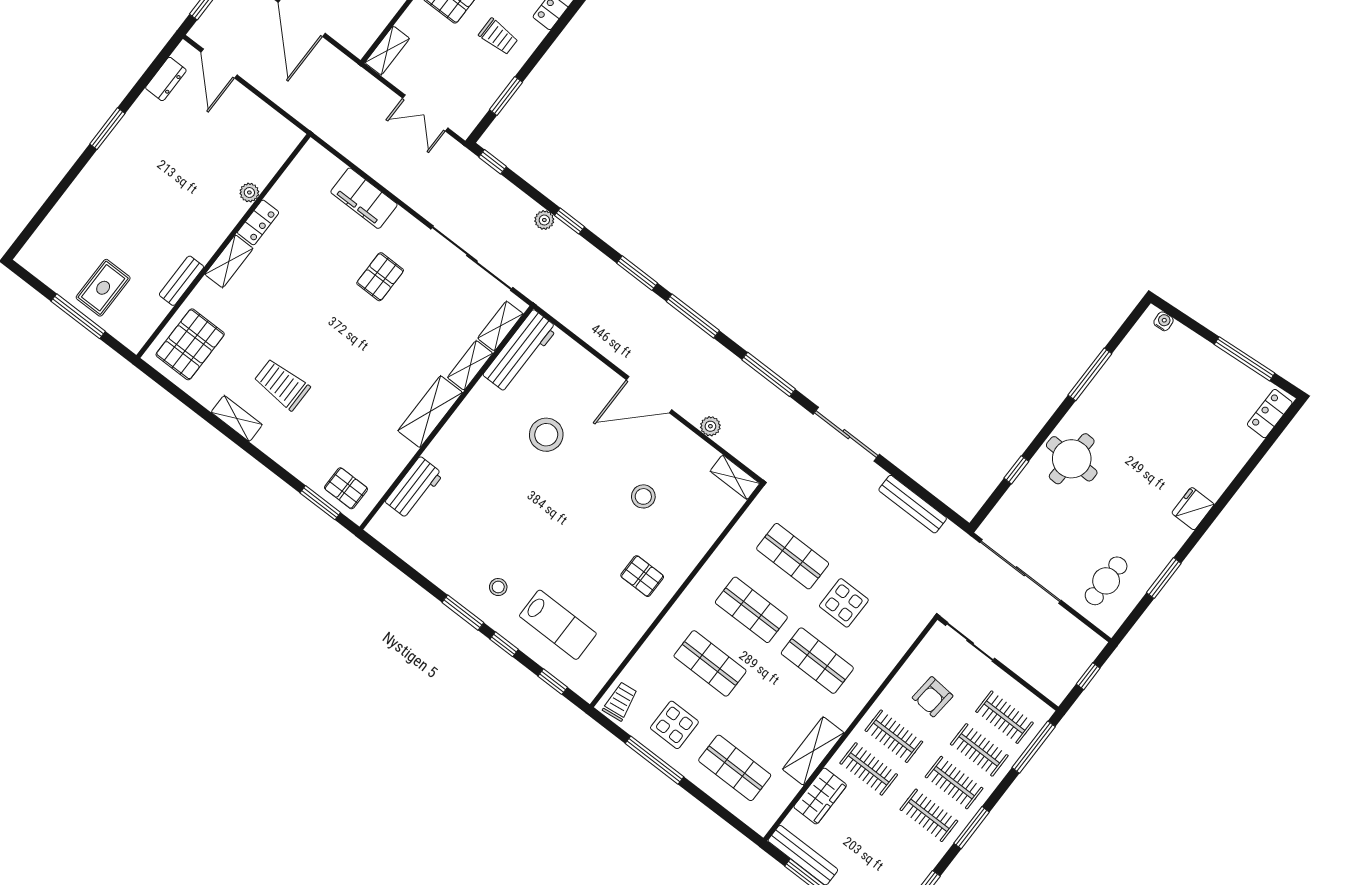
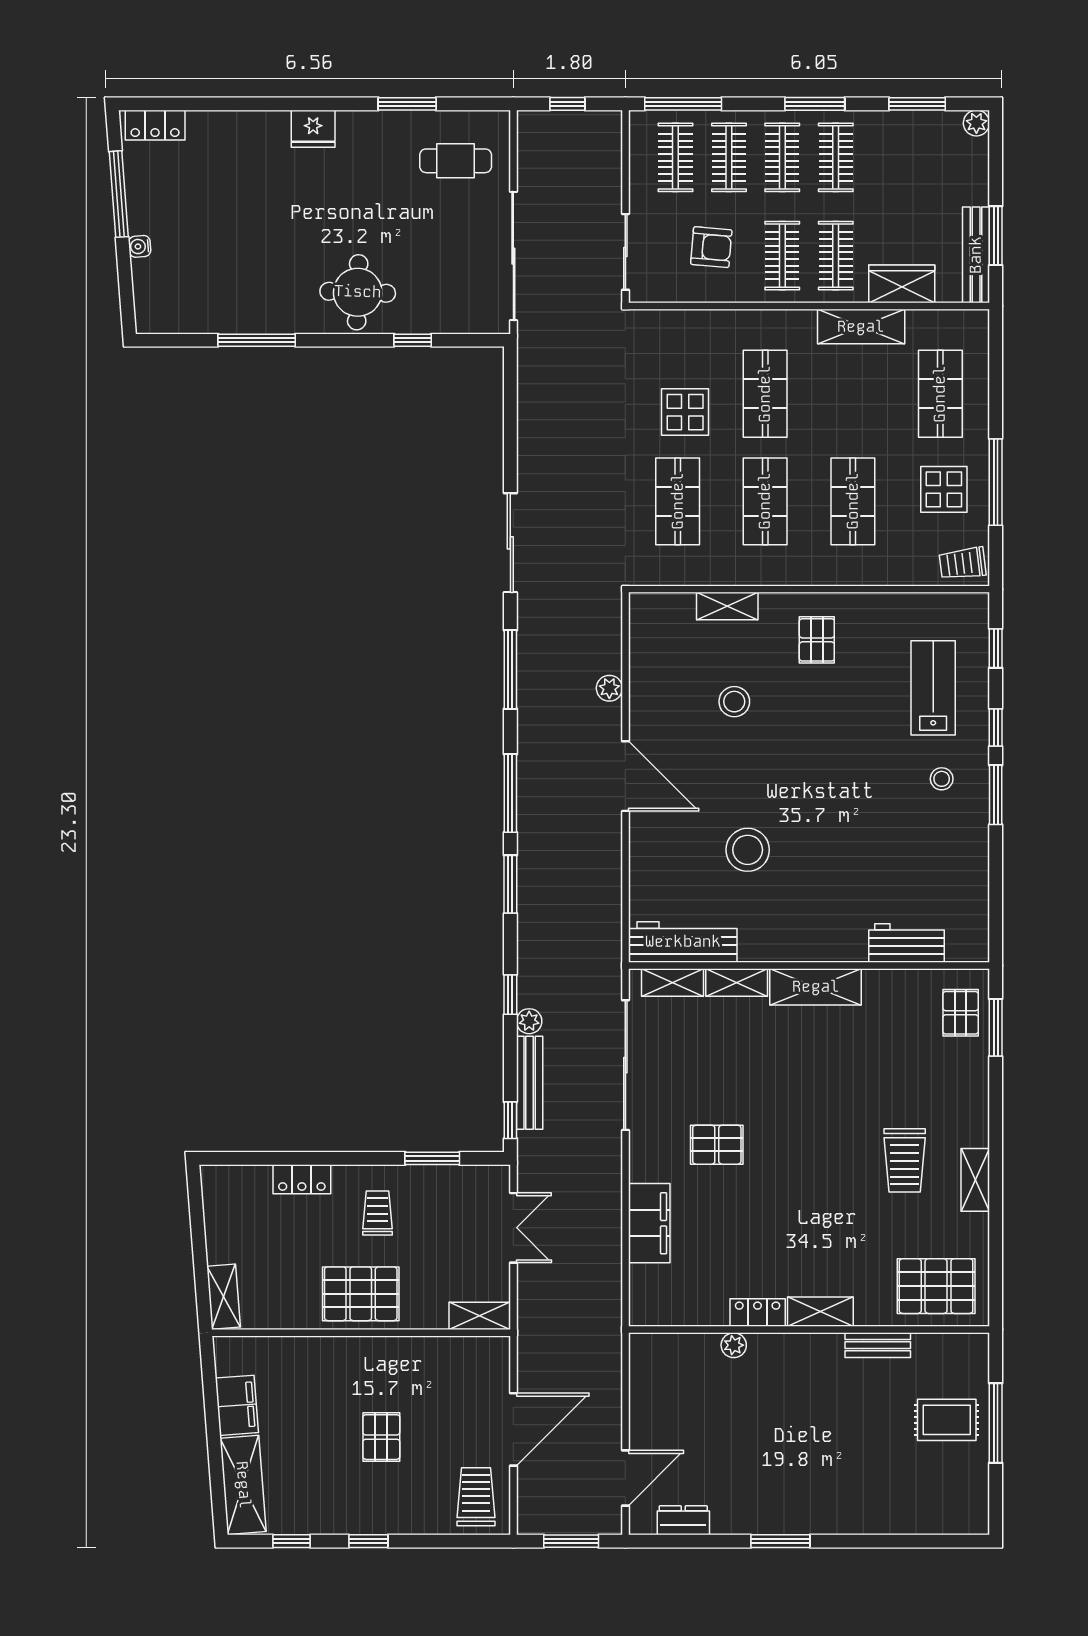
water cooler: (1164, 321) -> (140, 246), moved
shelving: (735, 477) -> (727, 606), moved, turned 90
bench: (913, 504) -> (530, 1083), moved

